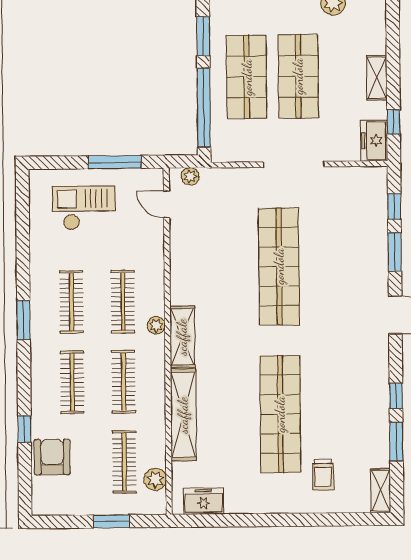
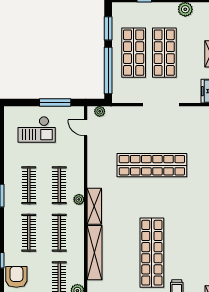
checkout: (84, 208) -> (37, 129), turned 180
shop shelf: (279, 266) -> (152, 165), turned 90

